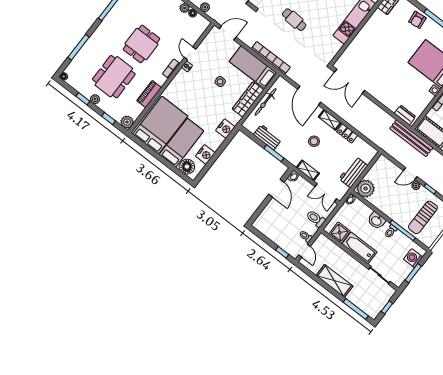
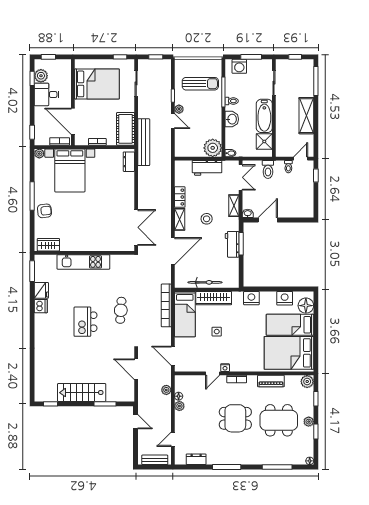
workbench: (268, 137) -> (232, 244), moved

